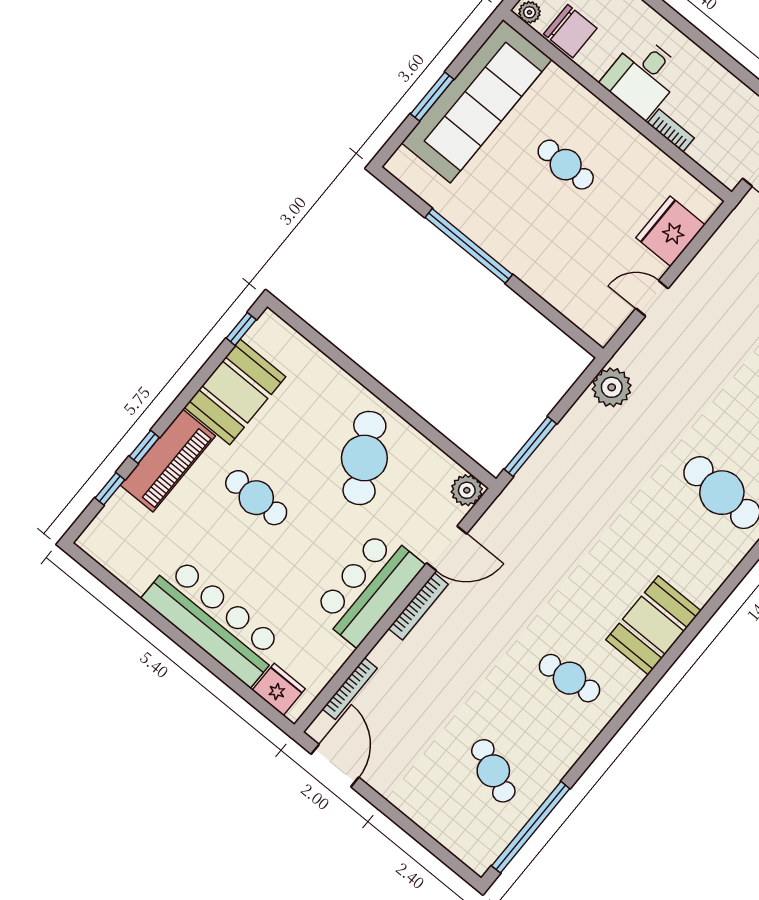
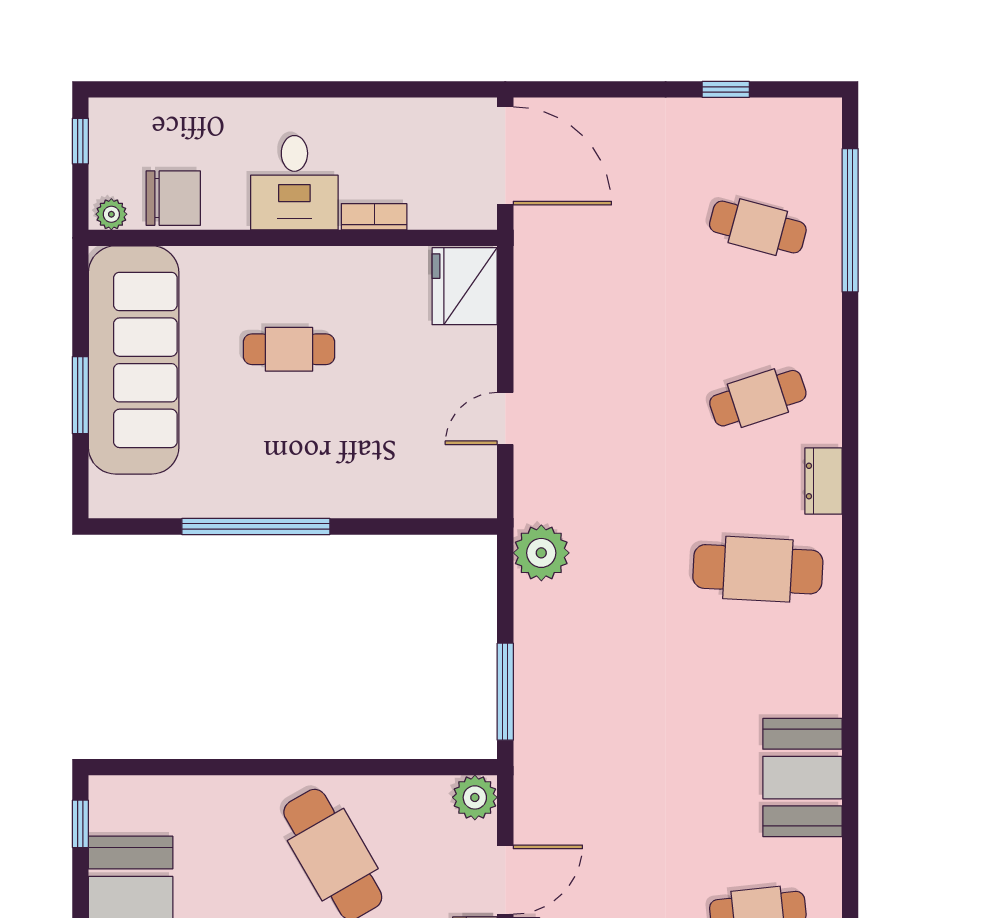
fridge: (670, 231) -> (465, 286), moved

